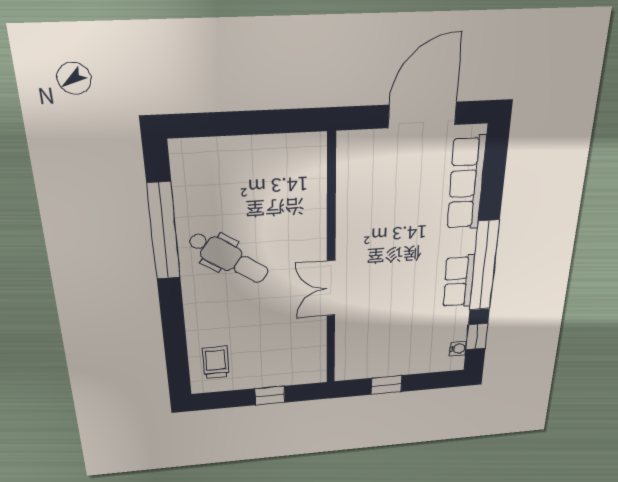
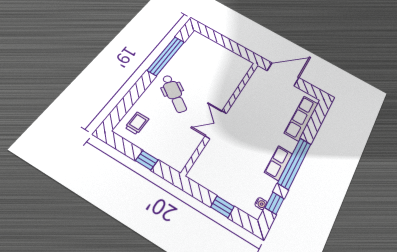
door: (422, 115) -> (283, 74), moved
dental chair: (229, 258) -> (174, 94), moved
window: (386, 385) -> (222, 207), moved

